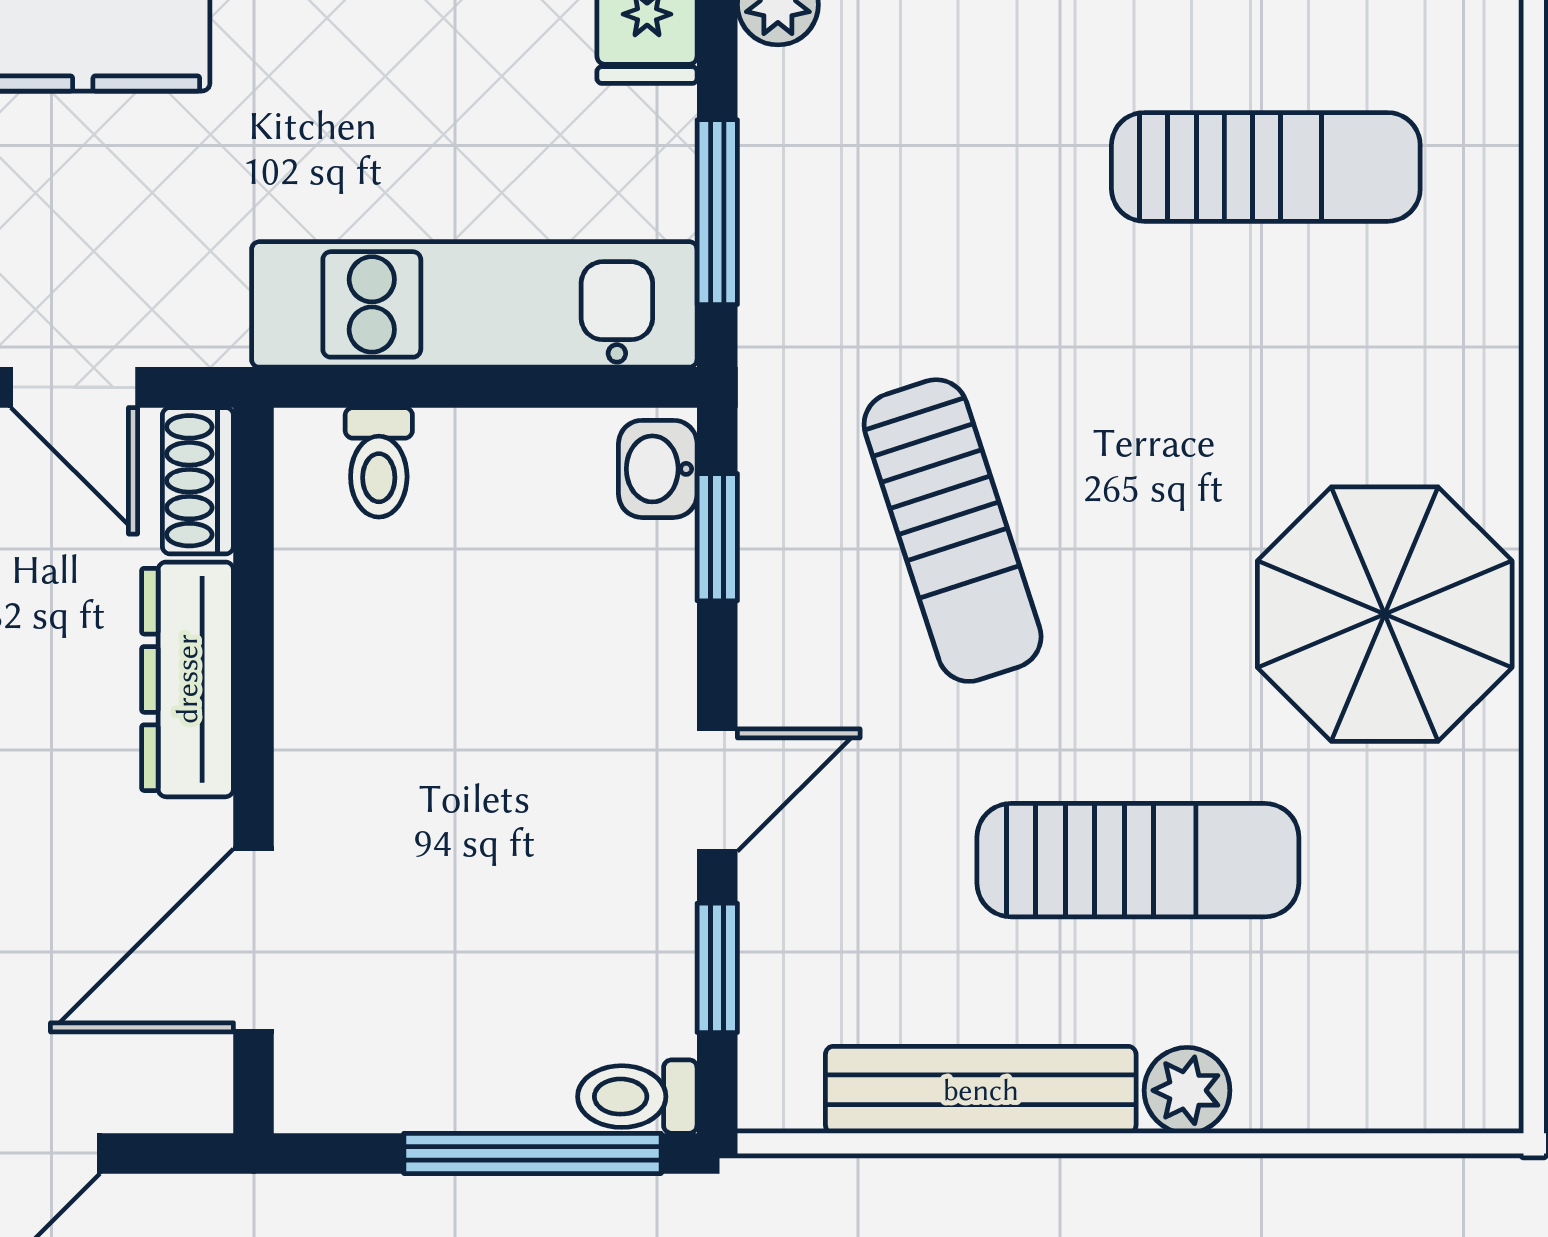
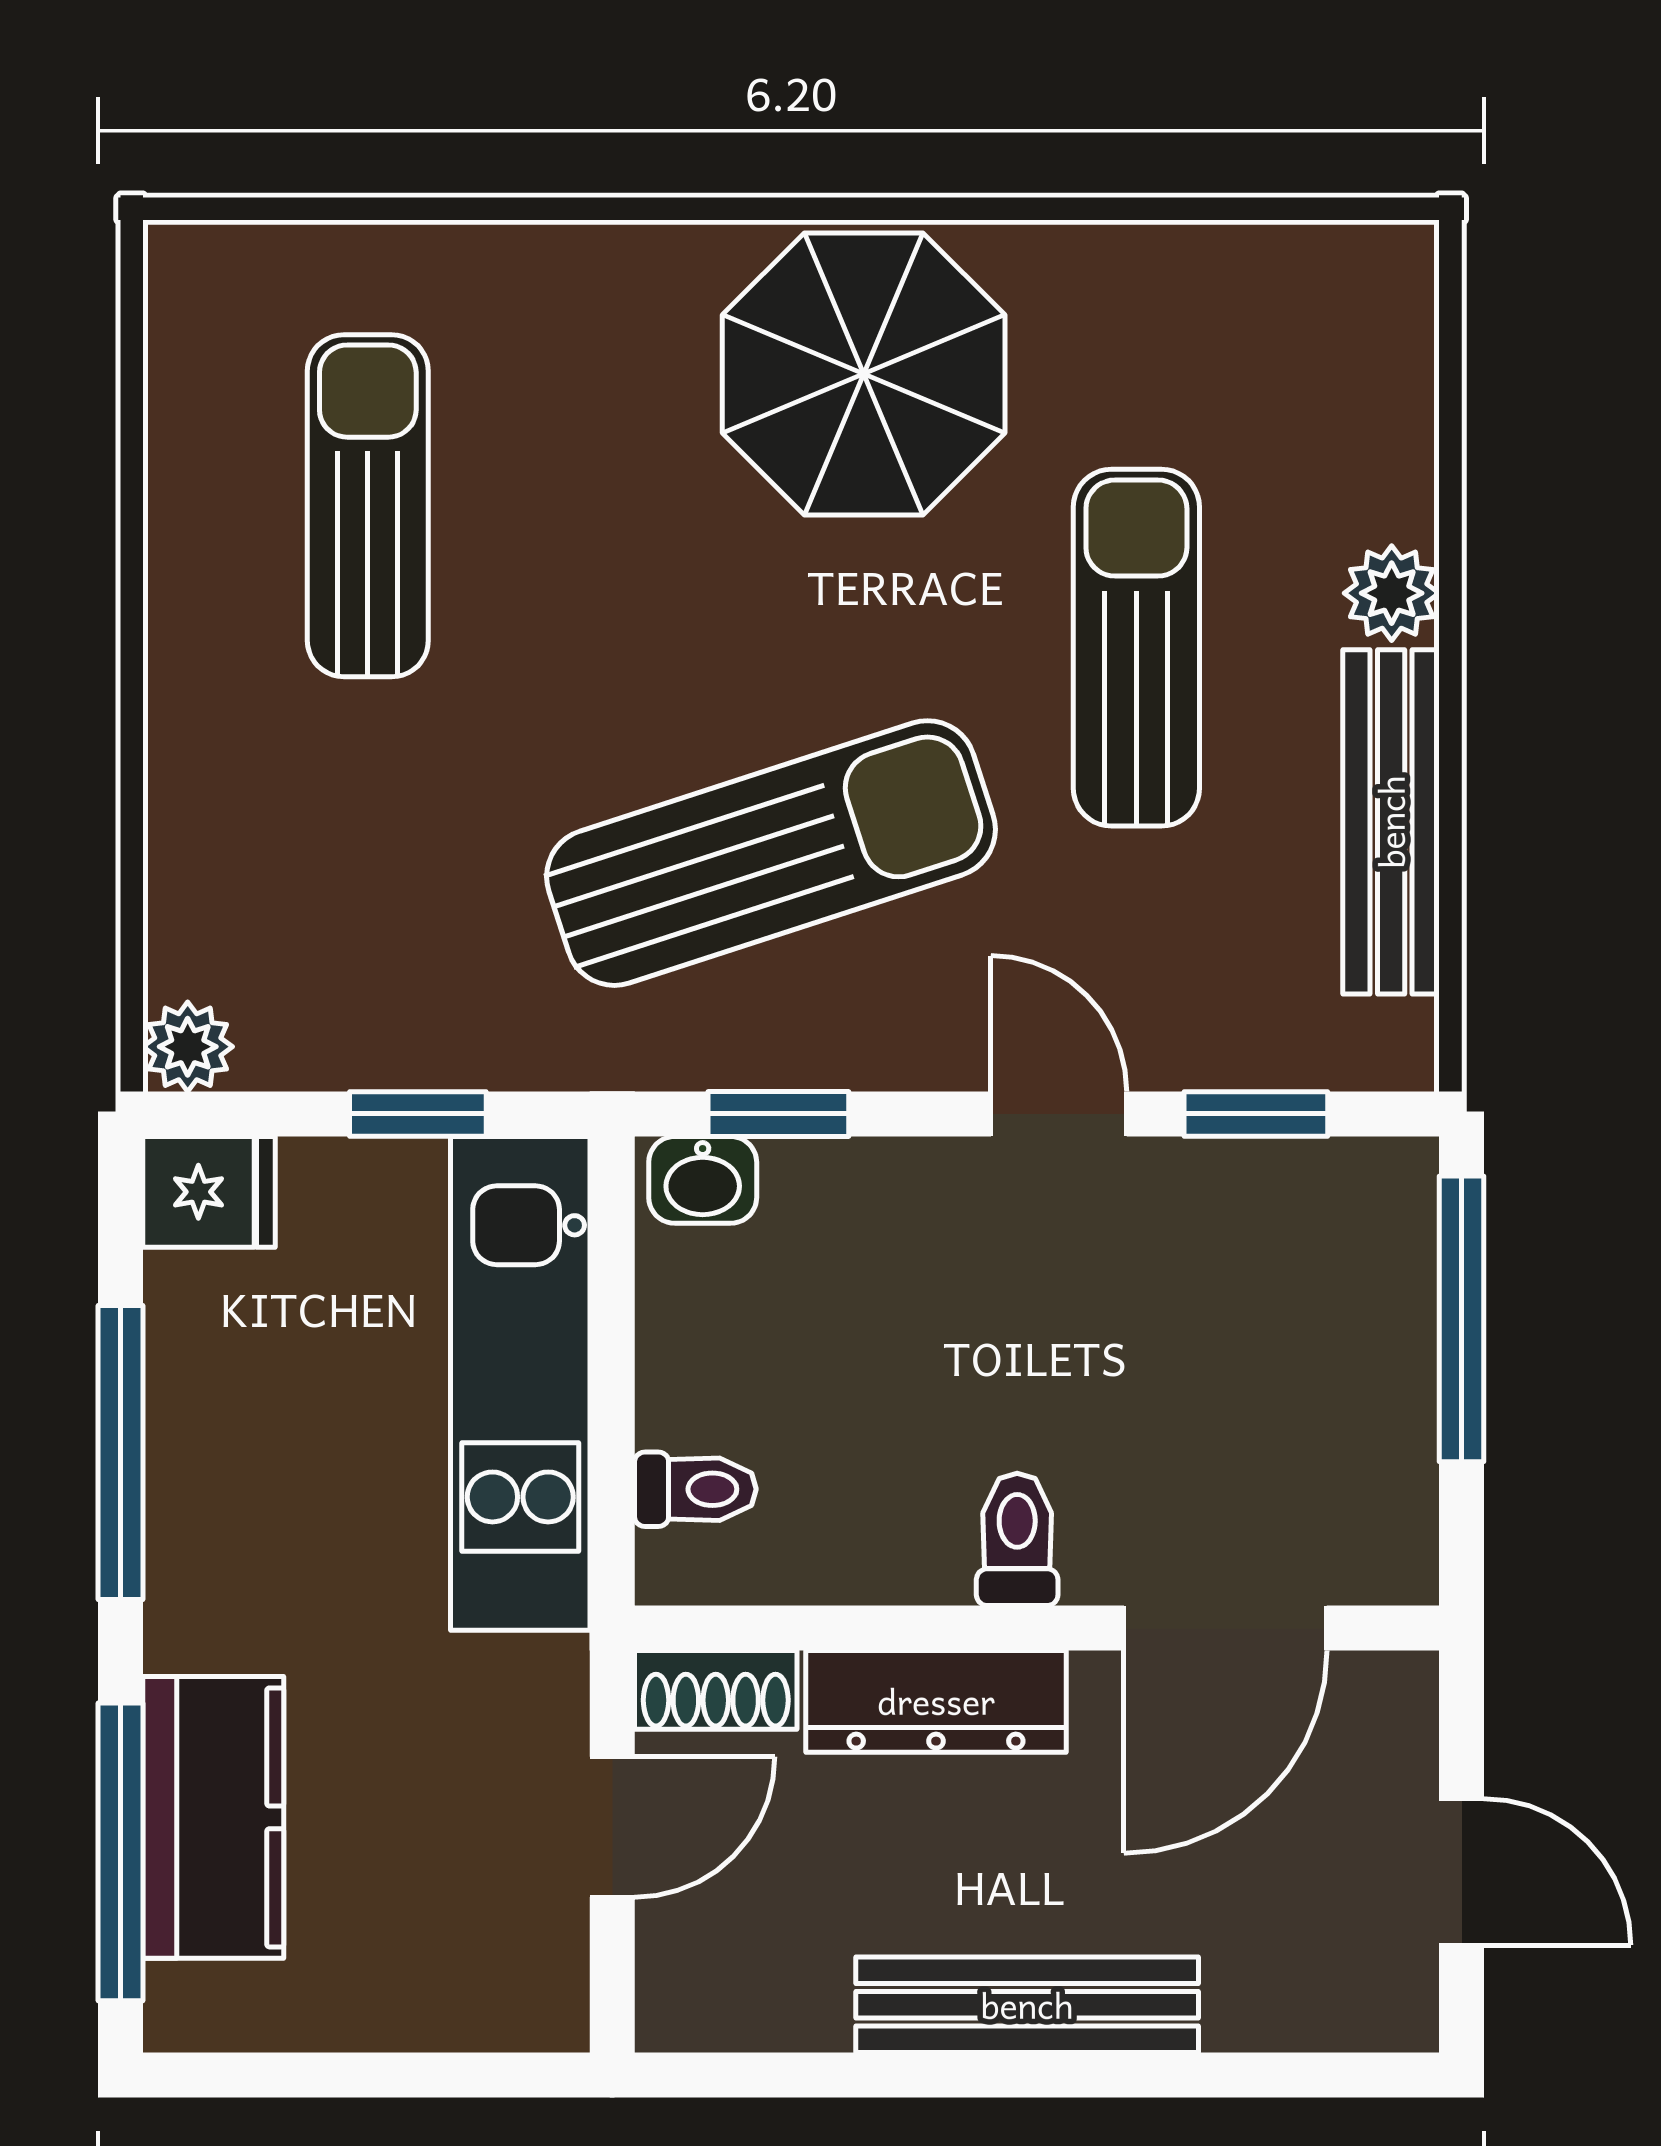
window: (717, 212) -> (418, 1114), width x0.67
sun lounger: (953, 531) -> (771, 853), width x1.36, depth x1.34
door: (254, 940) -> (1225, 1628), hinge flipped
toilet: (637, 1097) -> (1017, 1539), moved, turned 180

